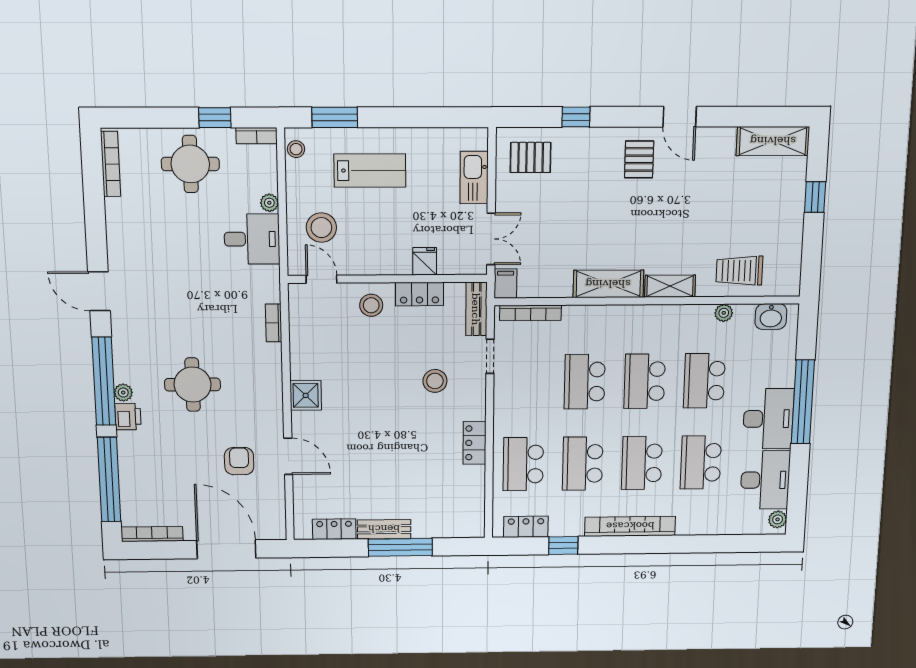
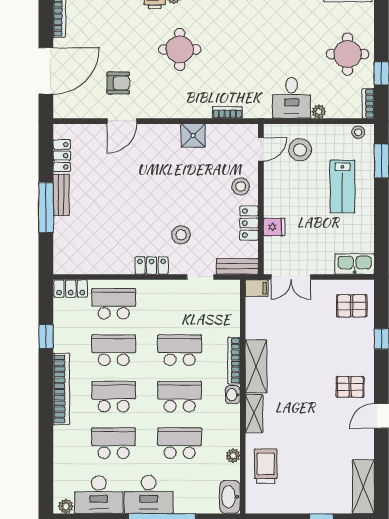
pallet: (531, 157) -> (352, 306), turned 90
kitchen sink: (474, 178) -> (355, 264), moved
bookcase: (530, 313) -> (234, 361), moved
washbasin: (644, 314) -> (233, 395), added
washbasin: (771, 317) -> (230, 497), width x1.38
shower: (306, 395) -> (193, 136), moved
locker: (474, 443) -> (152, 265), moved
locker: (526, 527) -> (71, 289), moved, turned 90

